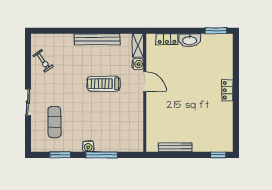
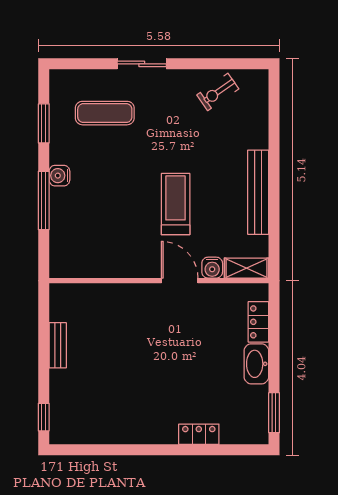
door: (145, 82) -> (180, 281), swing flipped
locker: (227, 90) -> (199, 434), moved
bench: (175, 147) -> (58, 345), width x0.73

